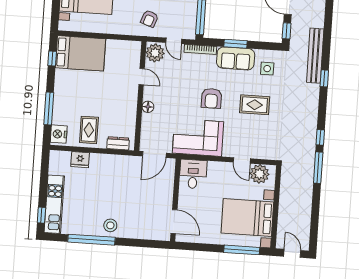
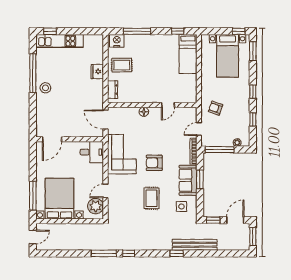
bed: (80, 53) -> (188, 54), width x0.67
plant: (155, 53) -> (188, 115), removed
fridge: (80, 160) -> (97, 72), moved

